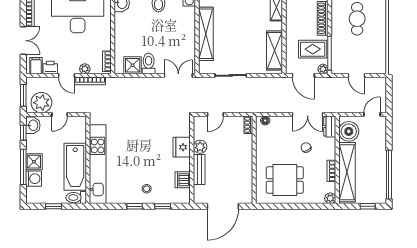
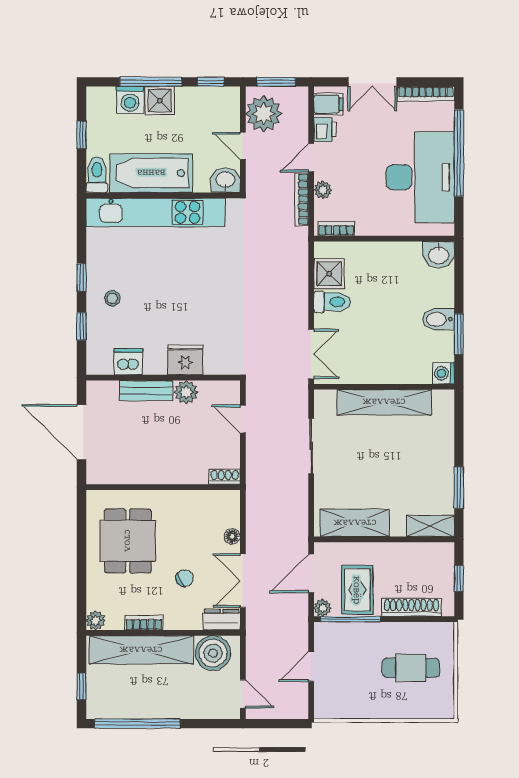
floor lamp: (265, 121) -> (232, 536), moved
washbasin: (33, 125) -> (225, 180), moved, turned 180

